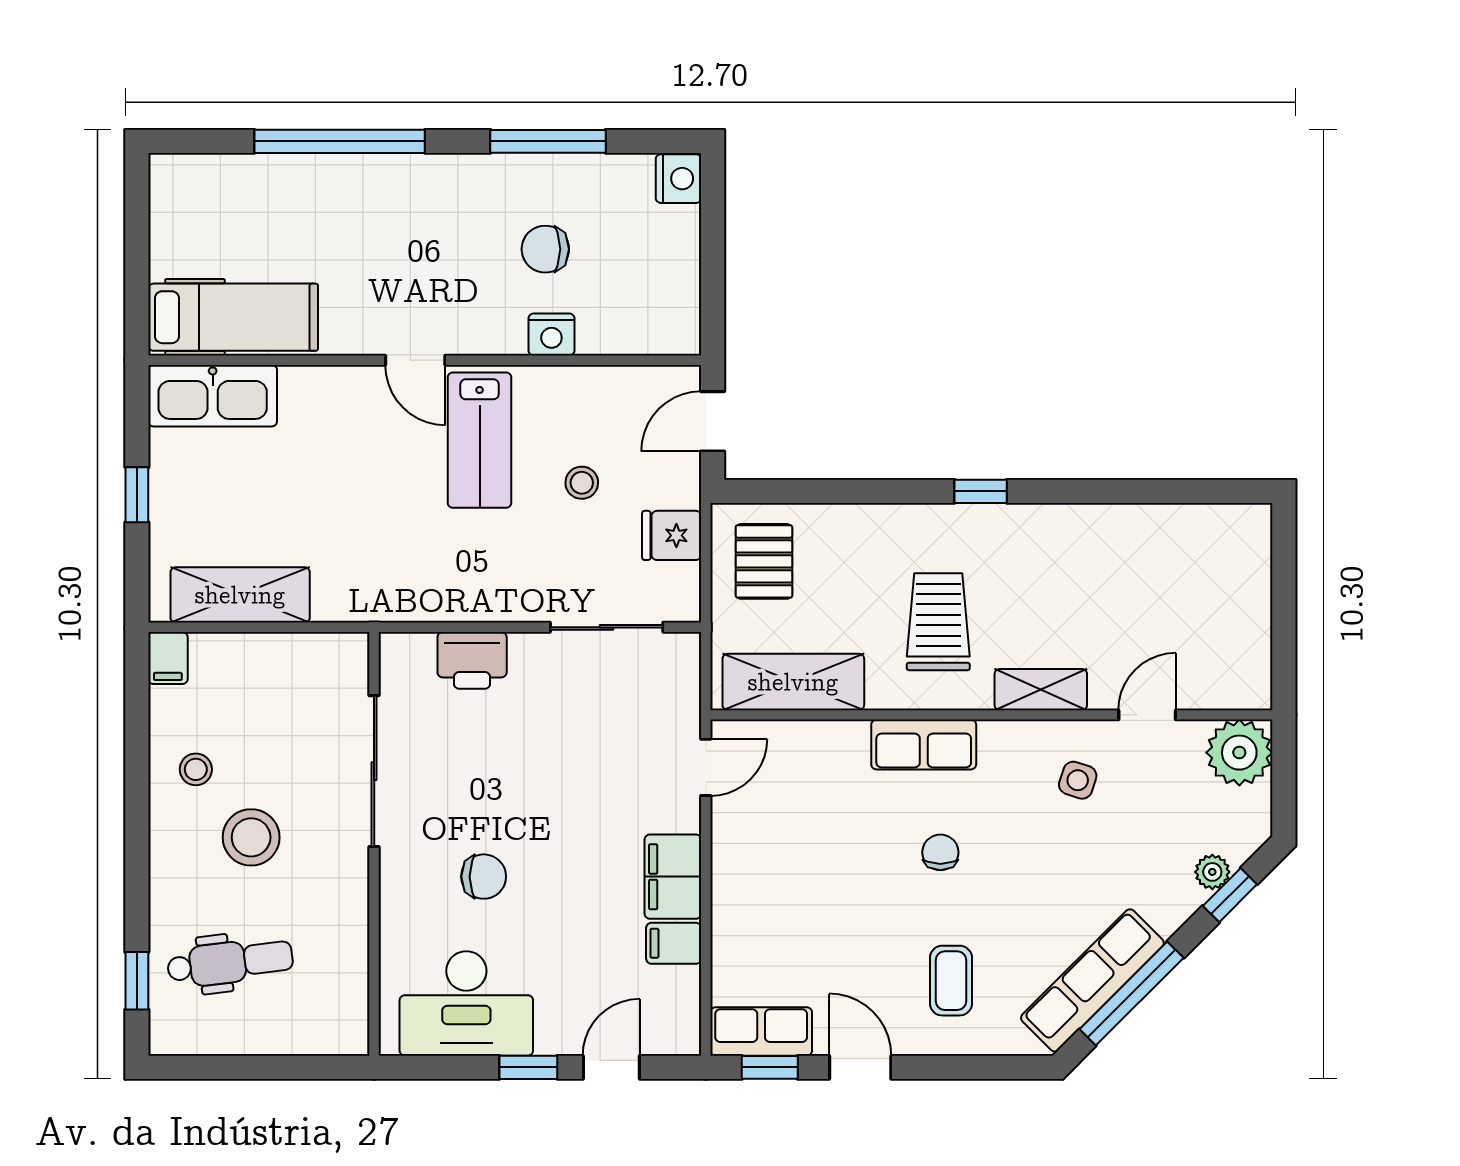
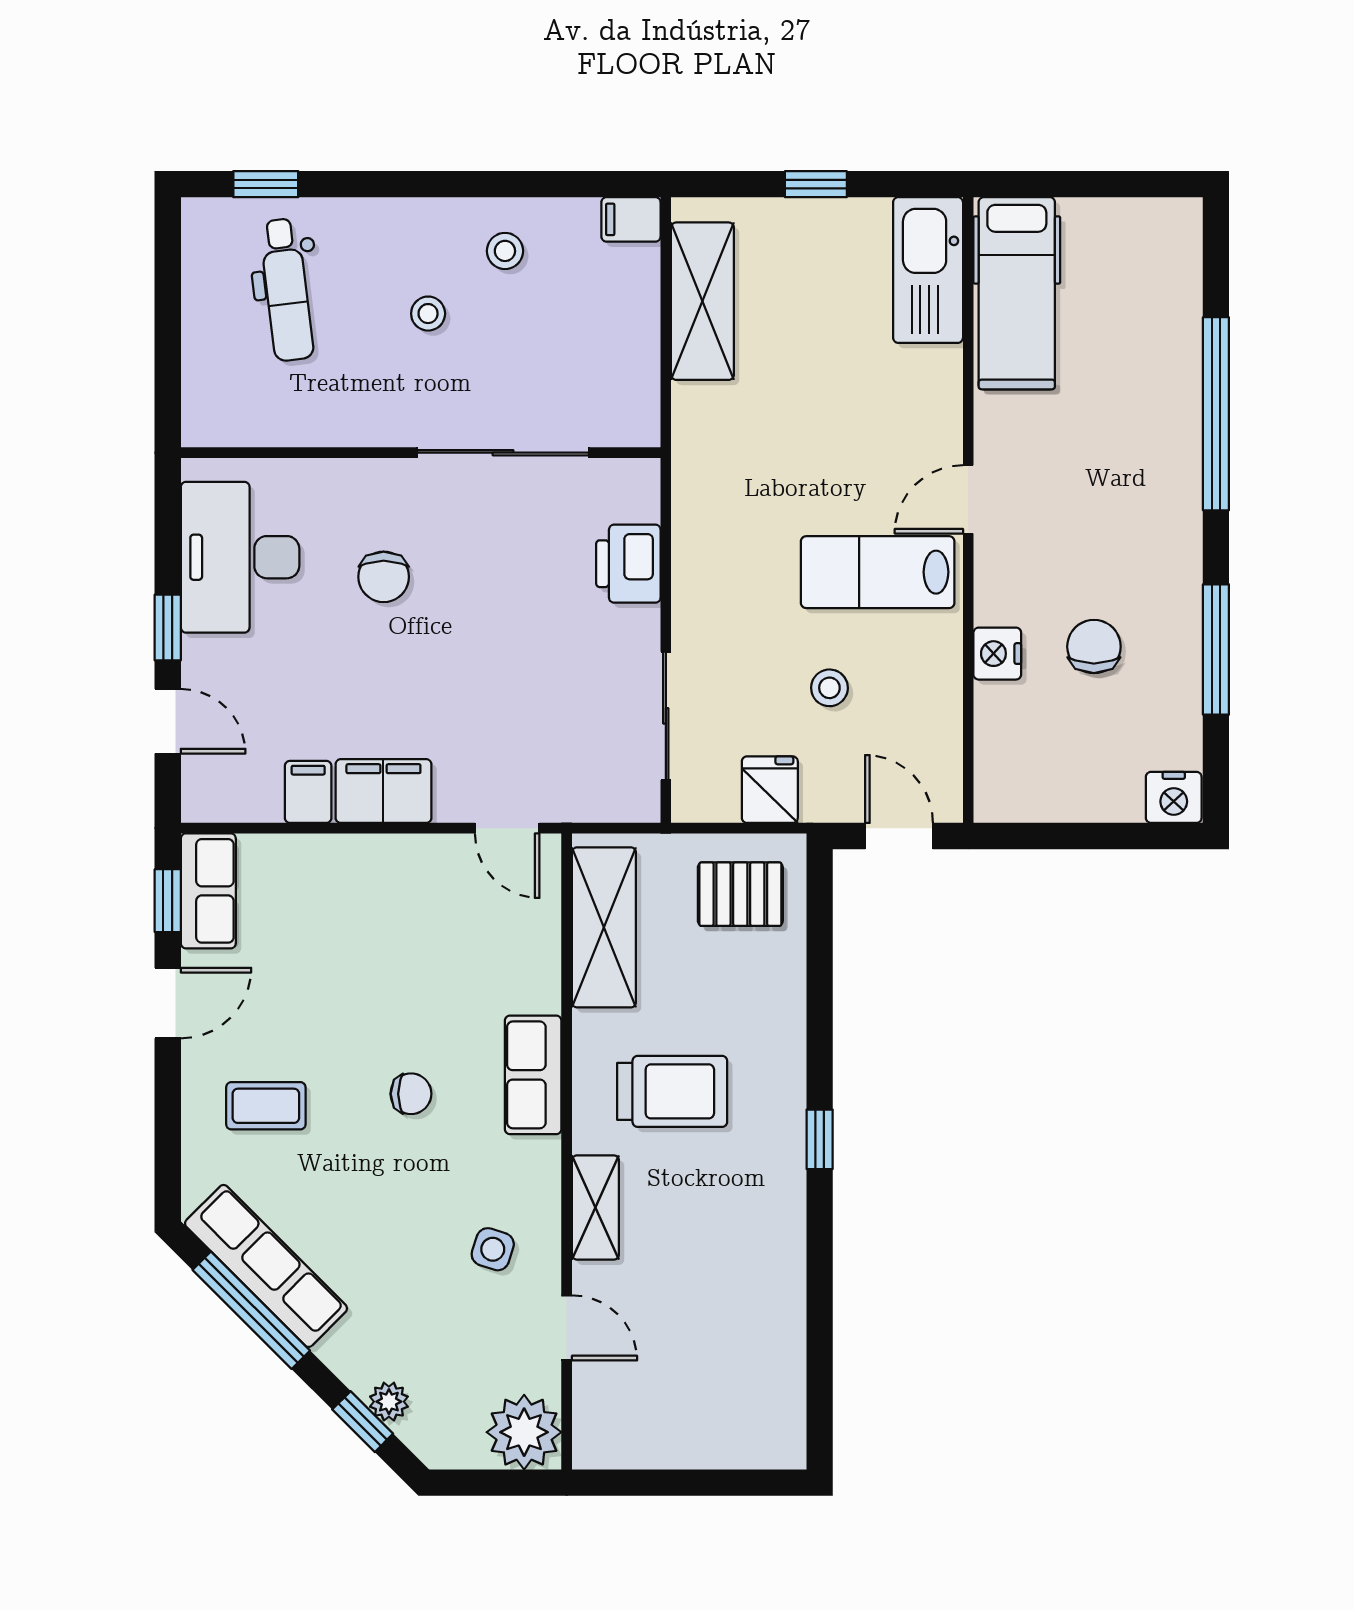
stool: (251, 837) -> (428, 314), width x0.53, depth x0.53

